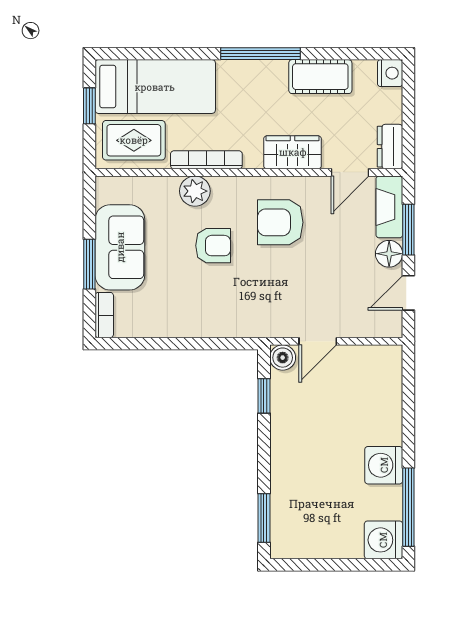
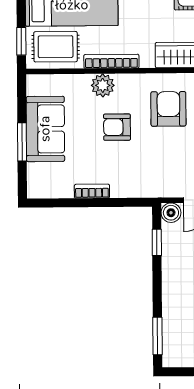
window: (89, 106) -> (21, 41), moved
armchair: (280, 222) -> (168, 109), turned 90
armchair: (213, 246) -> (117, 127), turned 180
bookcase: (104, 315) -> (92, 191), moved, turned -90

